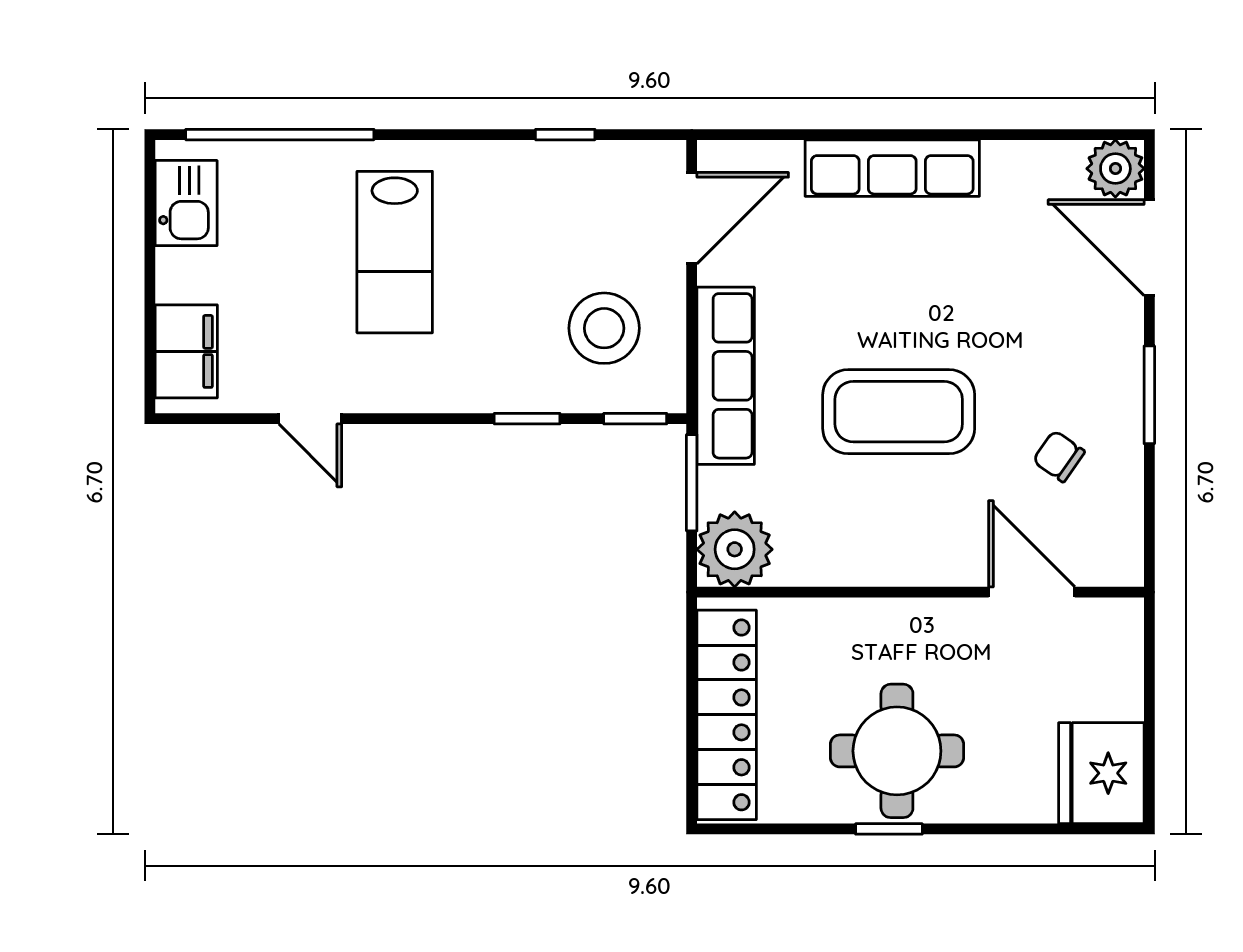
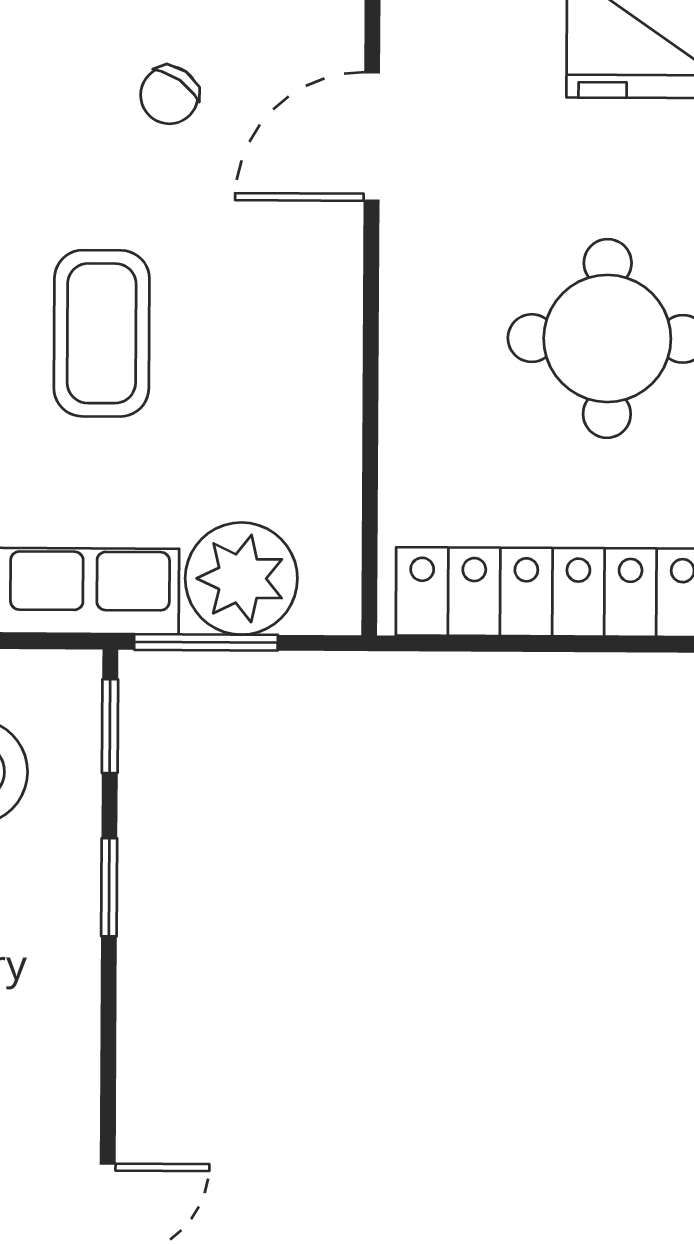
coffee table: (899, 412) -> (102, 333), width x0.73, depth x0.76
plant: (735, 549) -> (241, 579), moved

